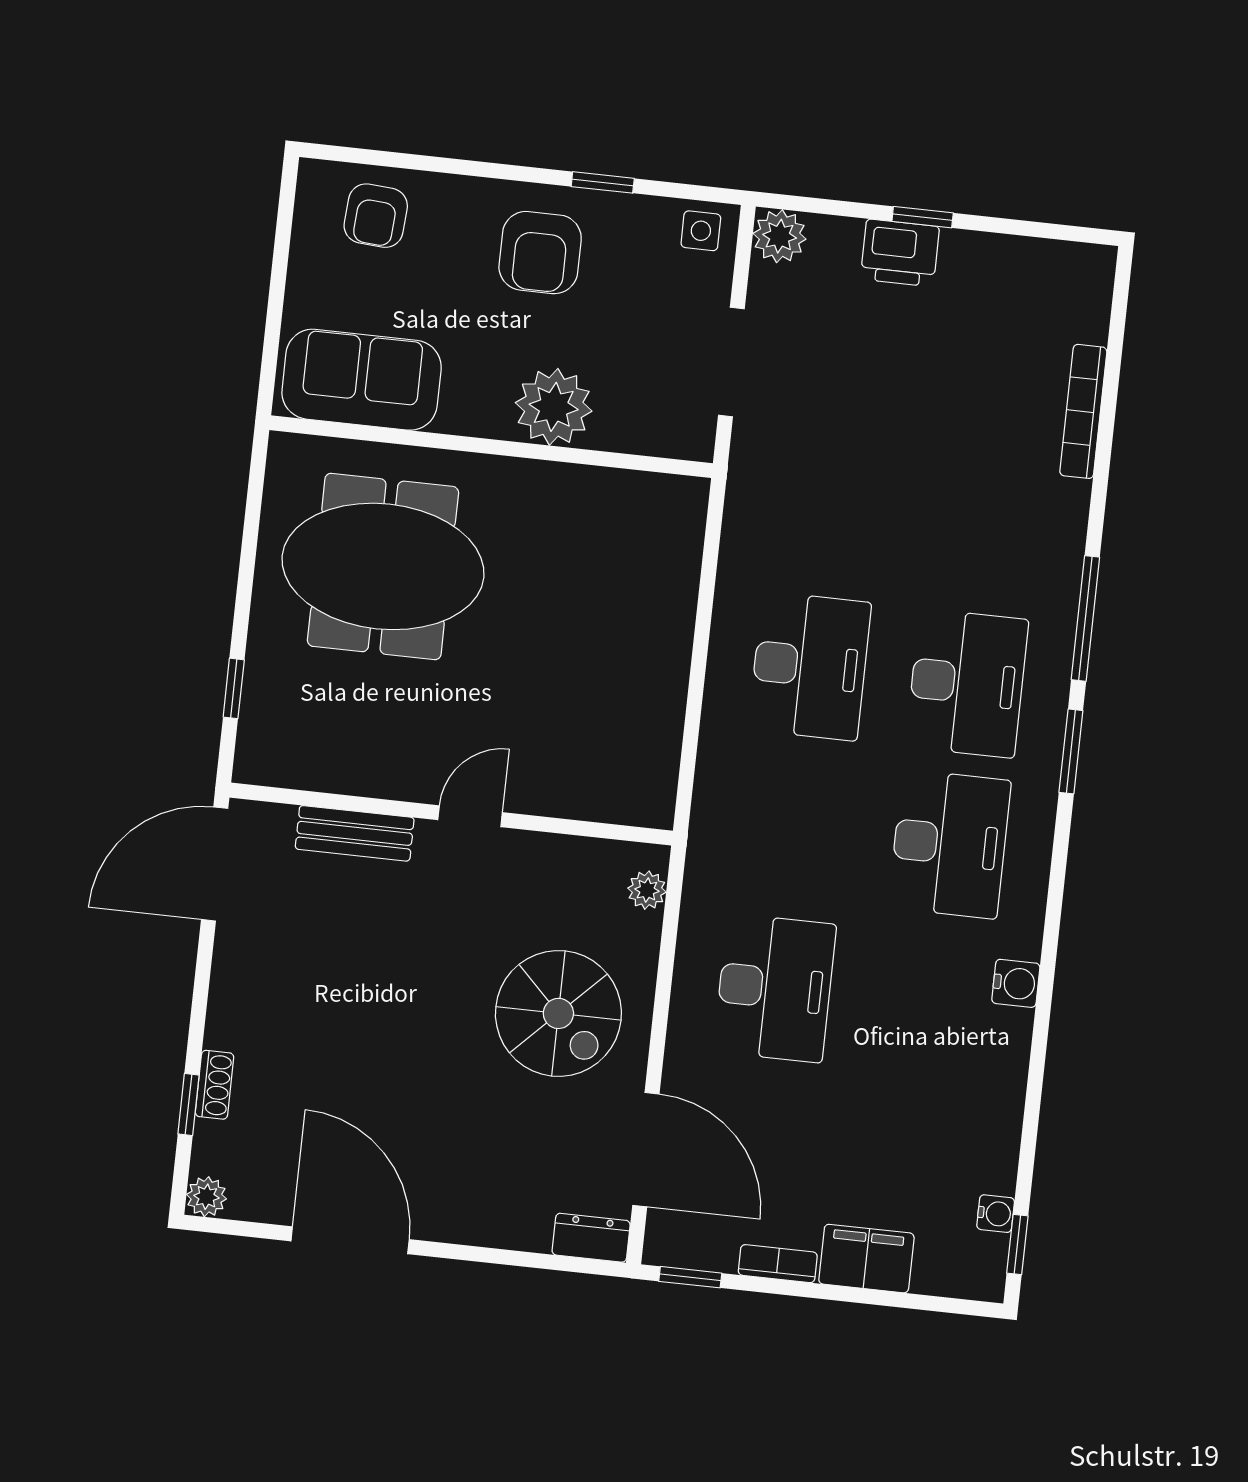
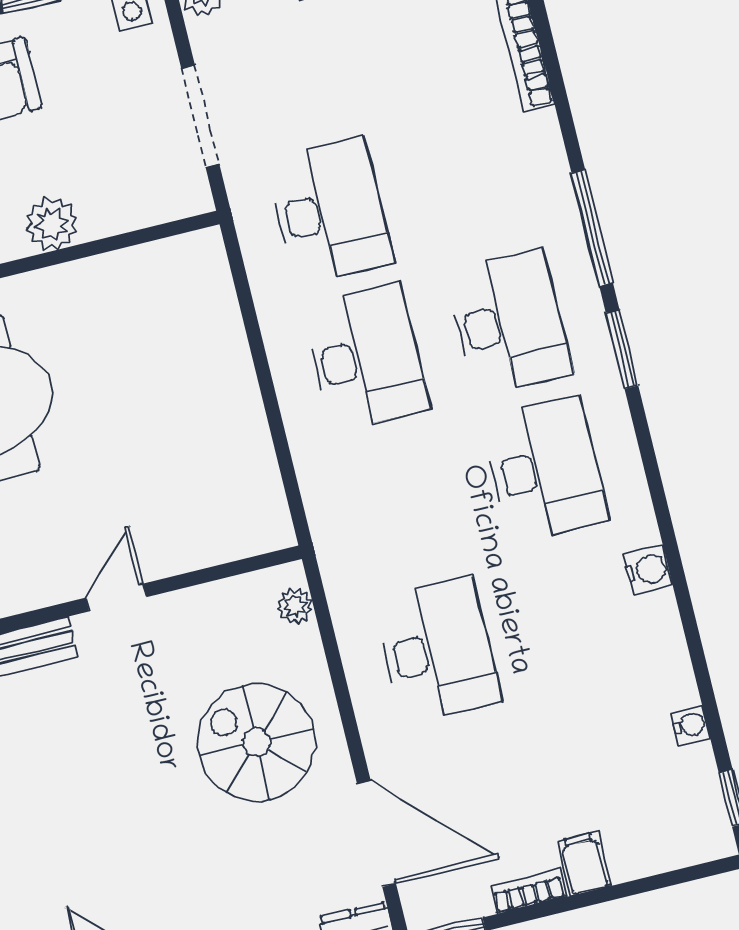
plant: (554, 407) -> (52, 224), width x0.73, depth x0.73
desk: (827, 505) -> (330, 211), added
spiral stairs: (558, 1013) -> (256, 742), turned 180
water cooler: (996, 1214) -> (690, 725), moved
filing cabinet: (866, 1259) -> (584, 864), width x0.50

